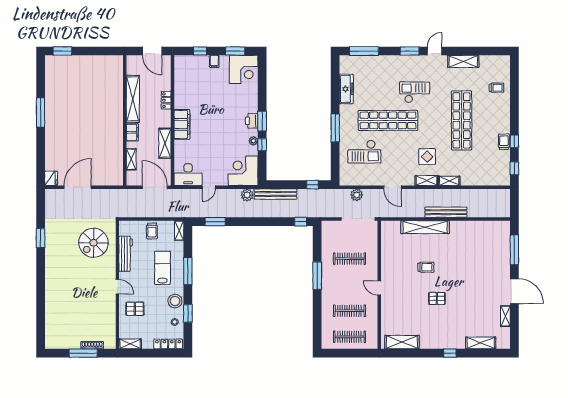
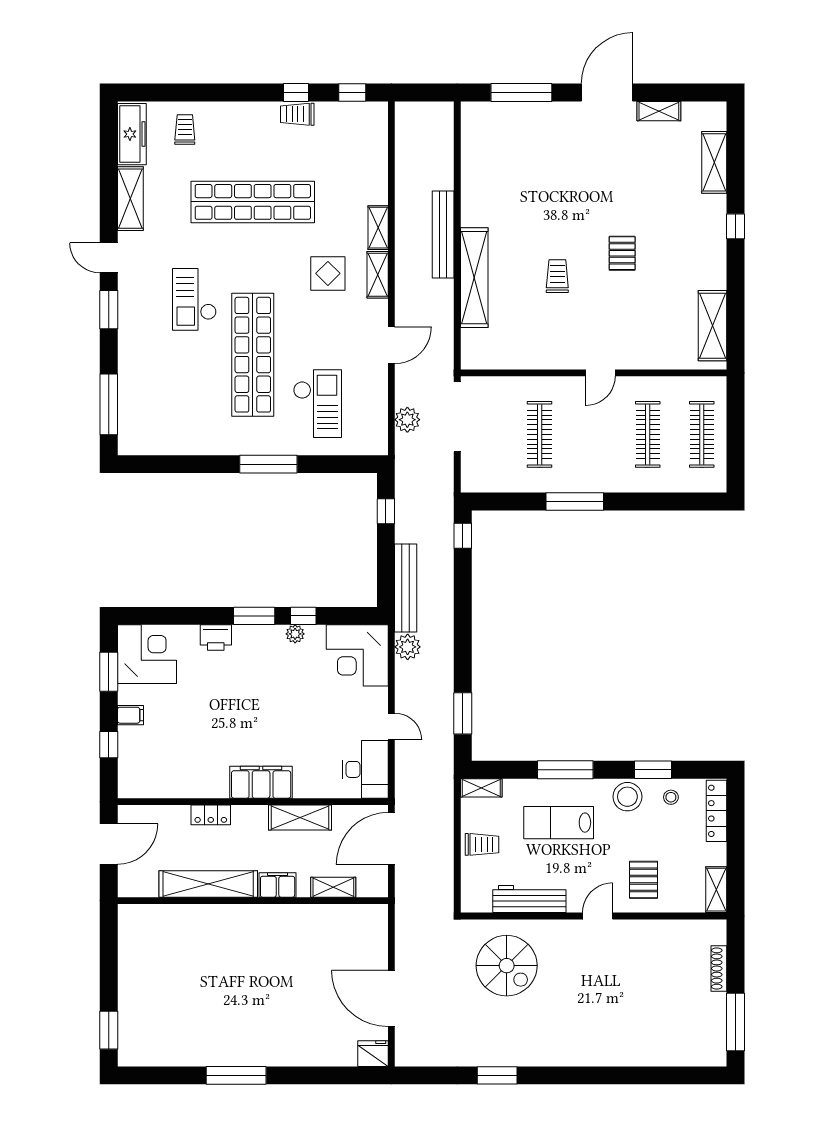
freezer: (346, 89) -> (132, 134), moved, turned 90
printer: (252, 121) -> (216, 638), moved
window: (83, 353) -> (735, 1022), moved

